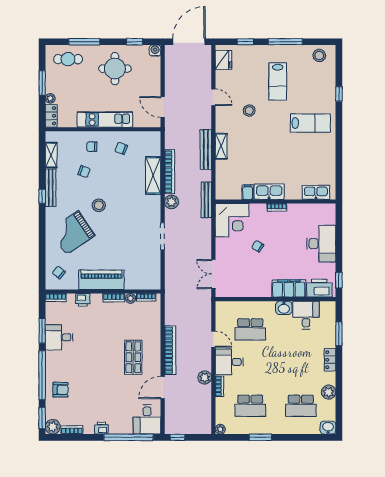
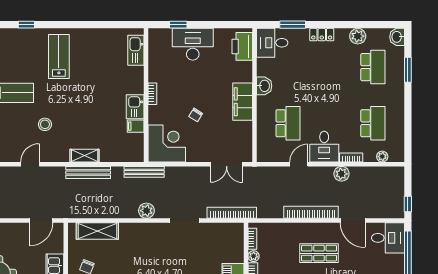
bookcase: (170, 172) -> (232, 213), moved
shelving: (153, 175) -> (97, 231), moved
kitchen sink: (269, 192) -> (135, 107), width x0.73
window: (339, 280) -> (178, 25), moved
filing cabinet: (289, 288) -> (243, 102), moved
desk: (306, 315) -> (272, 43), moved
plant: (220, 429) -> (382, 157), moved
window: (260, 437) -> (408, 70), moved

